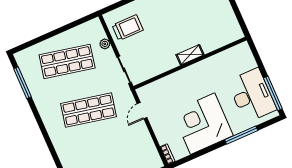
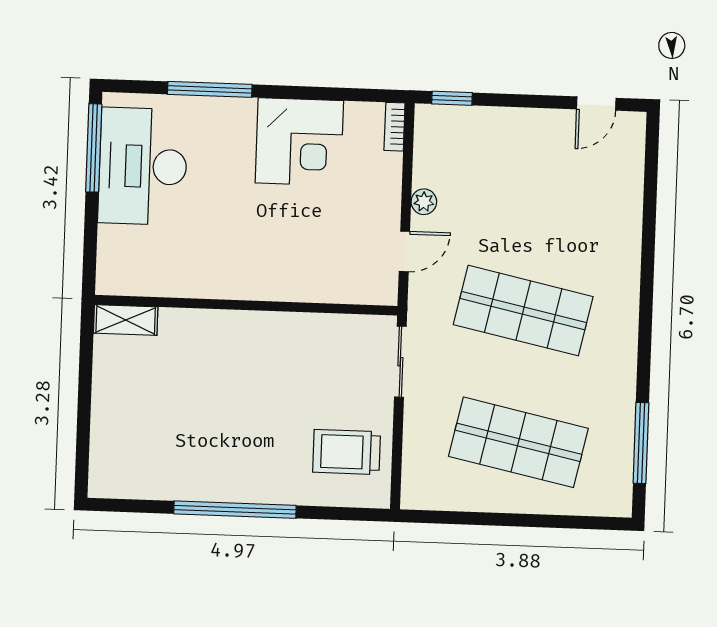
plant: (105, 44) -> (424, 202), moved
shelving: (190, 55) -> (126, 320), moved
corner desk: (203, 124) -> (299, 142), width x0.74, depth x0.74

